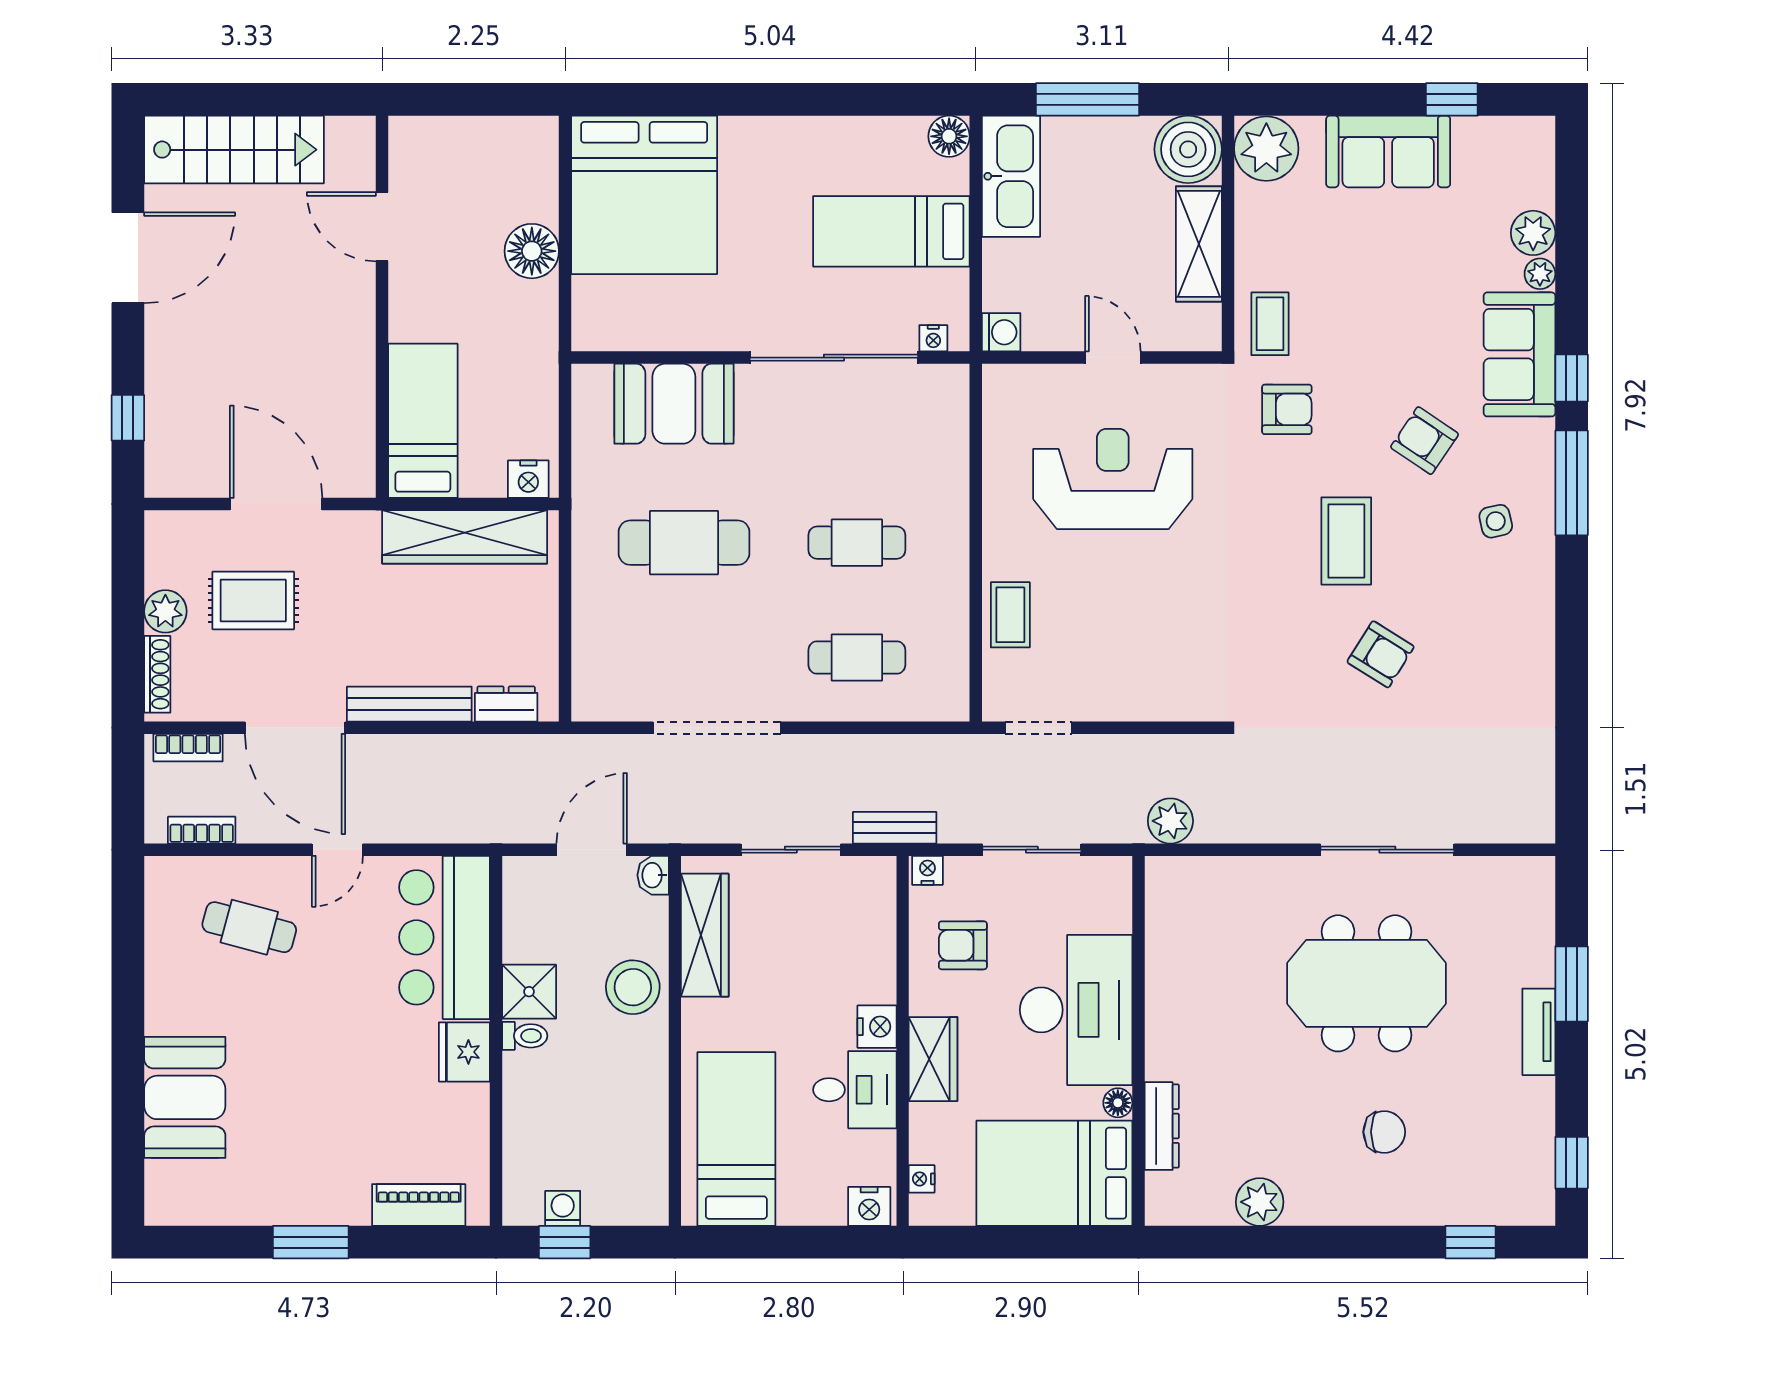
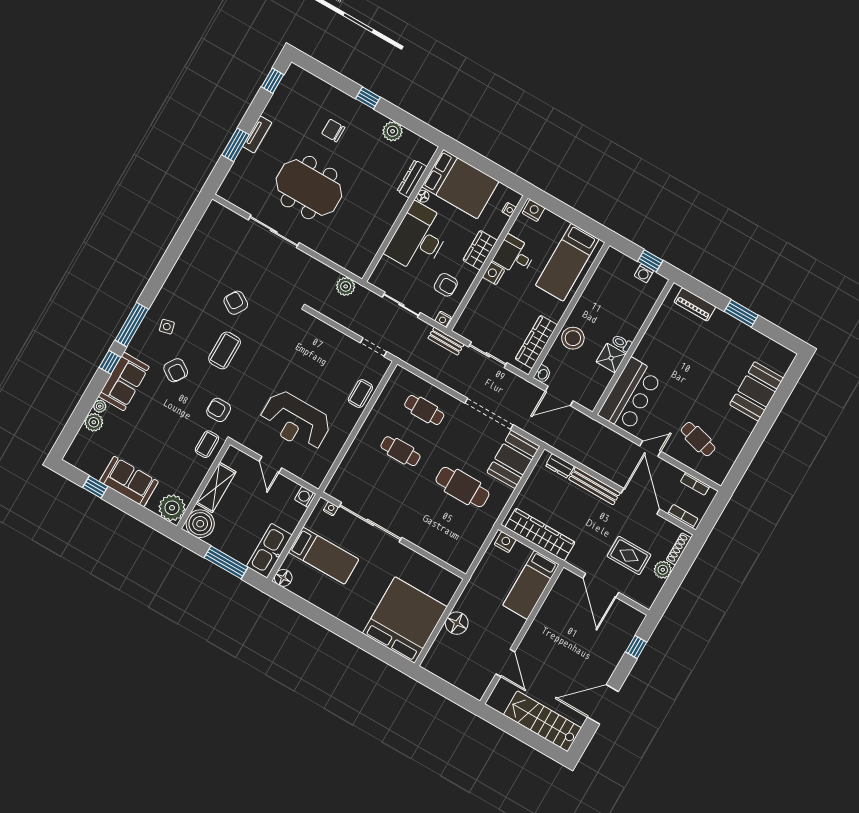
booth: (674, 404) -> (513, 459), moved, turned 90
fridge: (464, 1052) -> (647, 350), removed
window: (1470, 1242) -> (368, 98), moved

